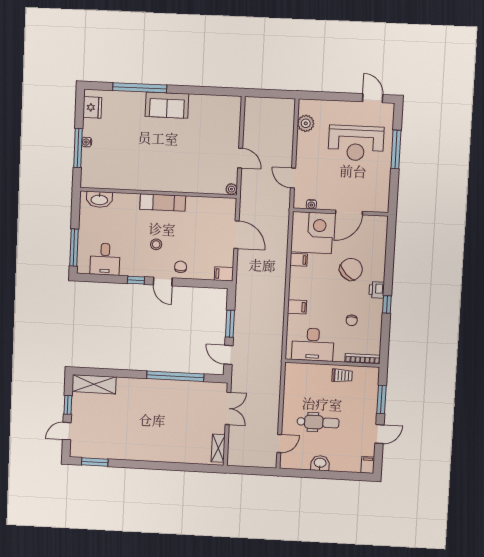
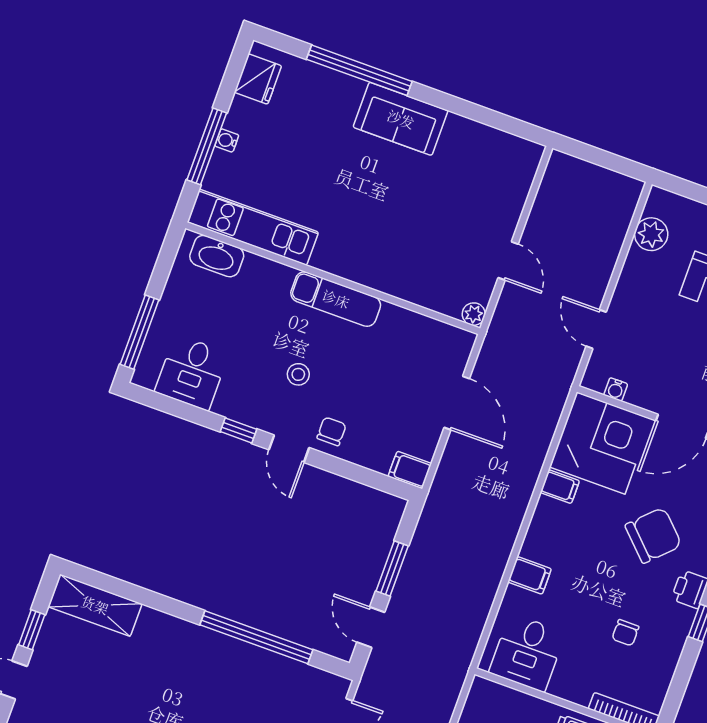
kitchen unit: (112, 180) -> (253, 227), added
desk: (313, 345) -> (527, 653), width x0.73

